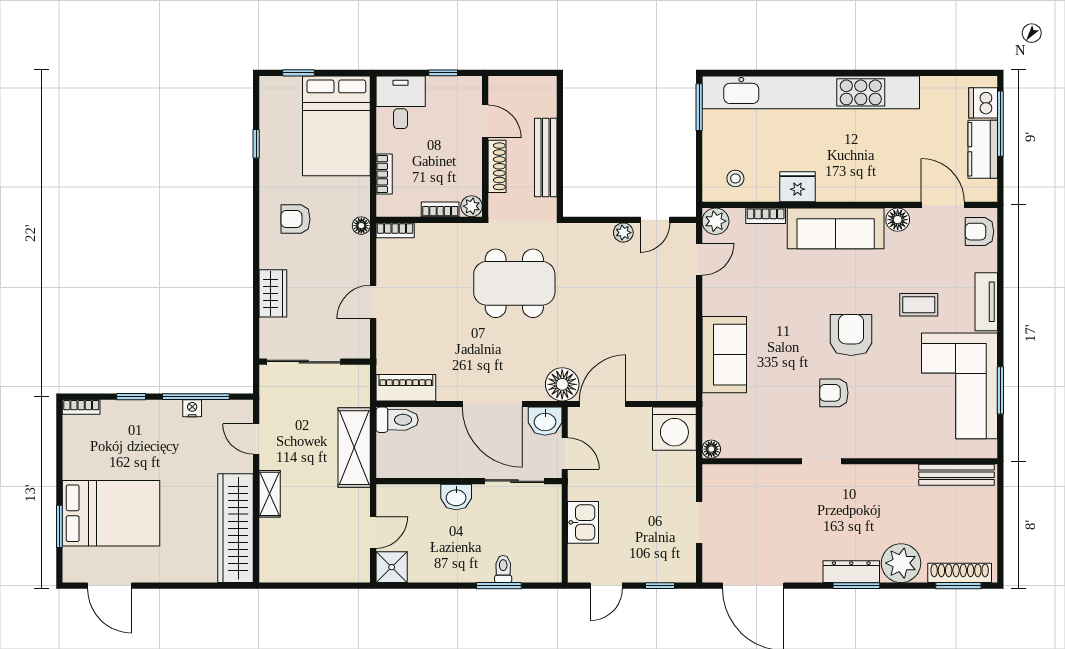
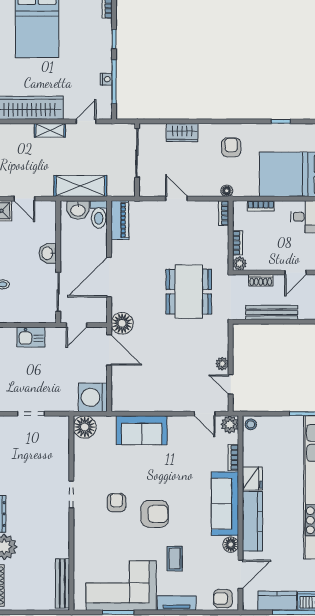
shoe rack: (497, 166) -> (261, 280), width x0.70
stool: (735, 178) -> (251, 424), moved
kitchen counter: (862, 187) -> (252, 521), added
armchair: (979, 232) -> (223, 599), turned -90
washbasin: (545, 421) -> (78, 210), moved, turned -90
floor lamp: (711, 449) -> (85, 427), width x1.89, depth x1.89

